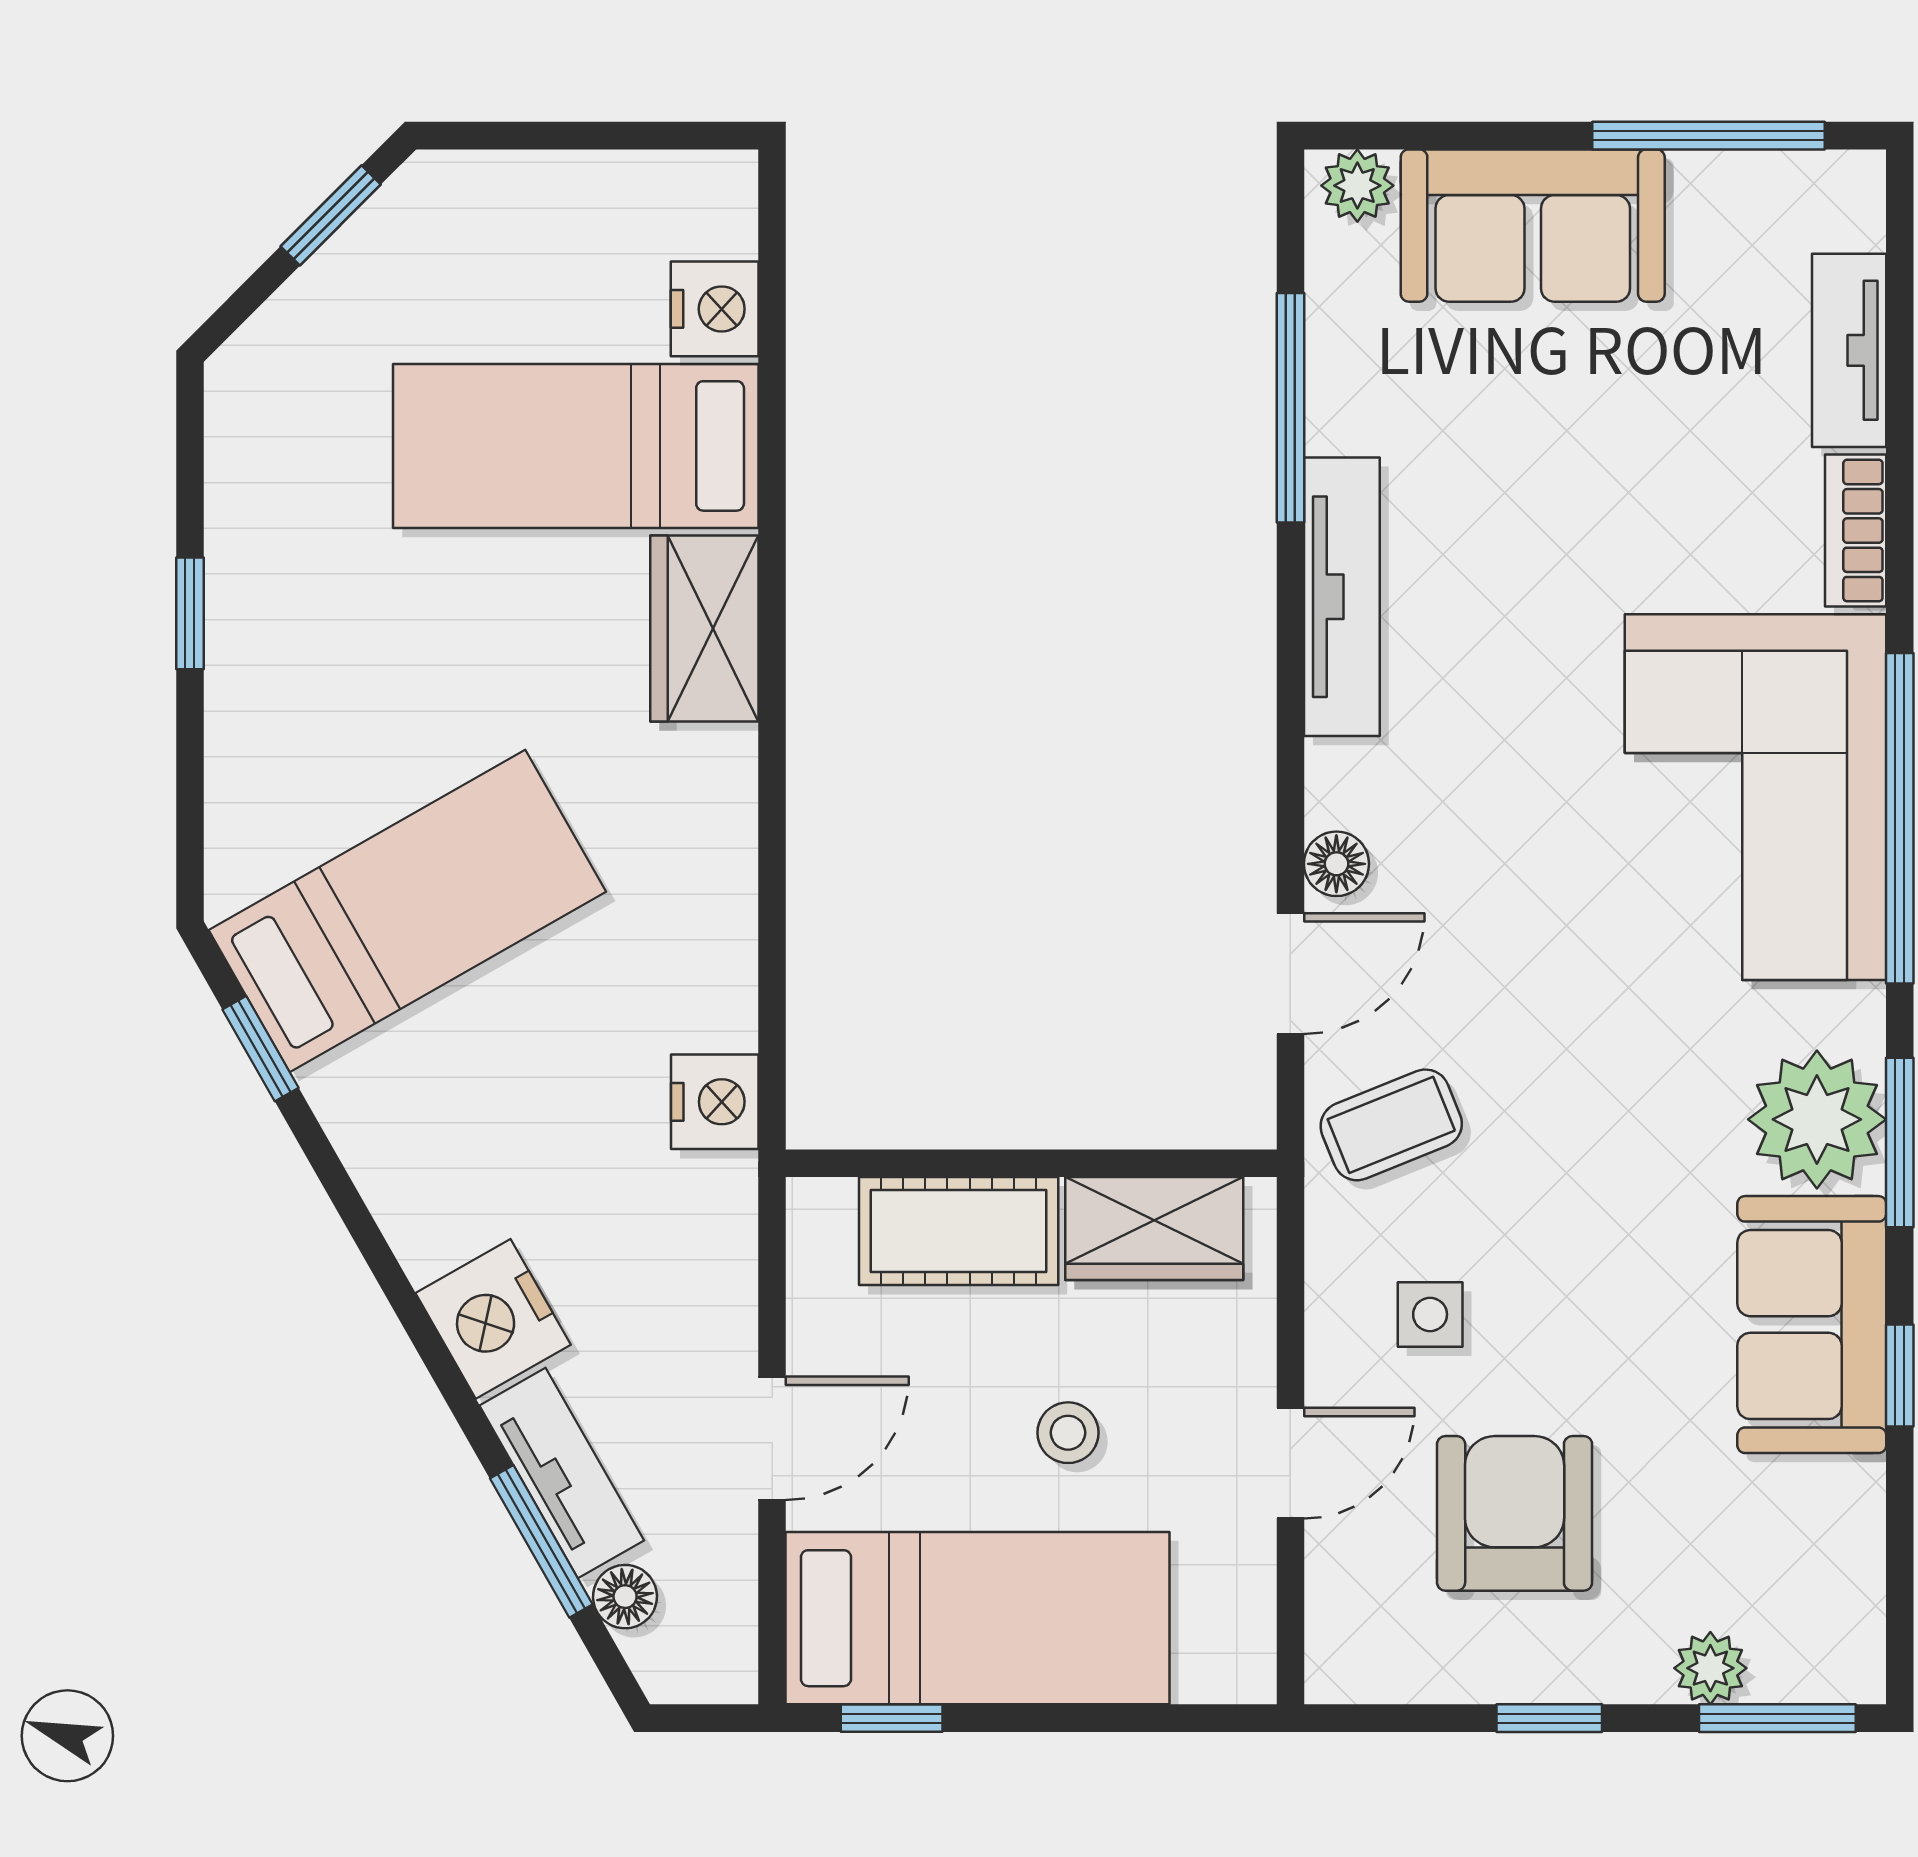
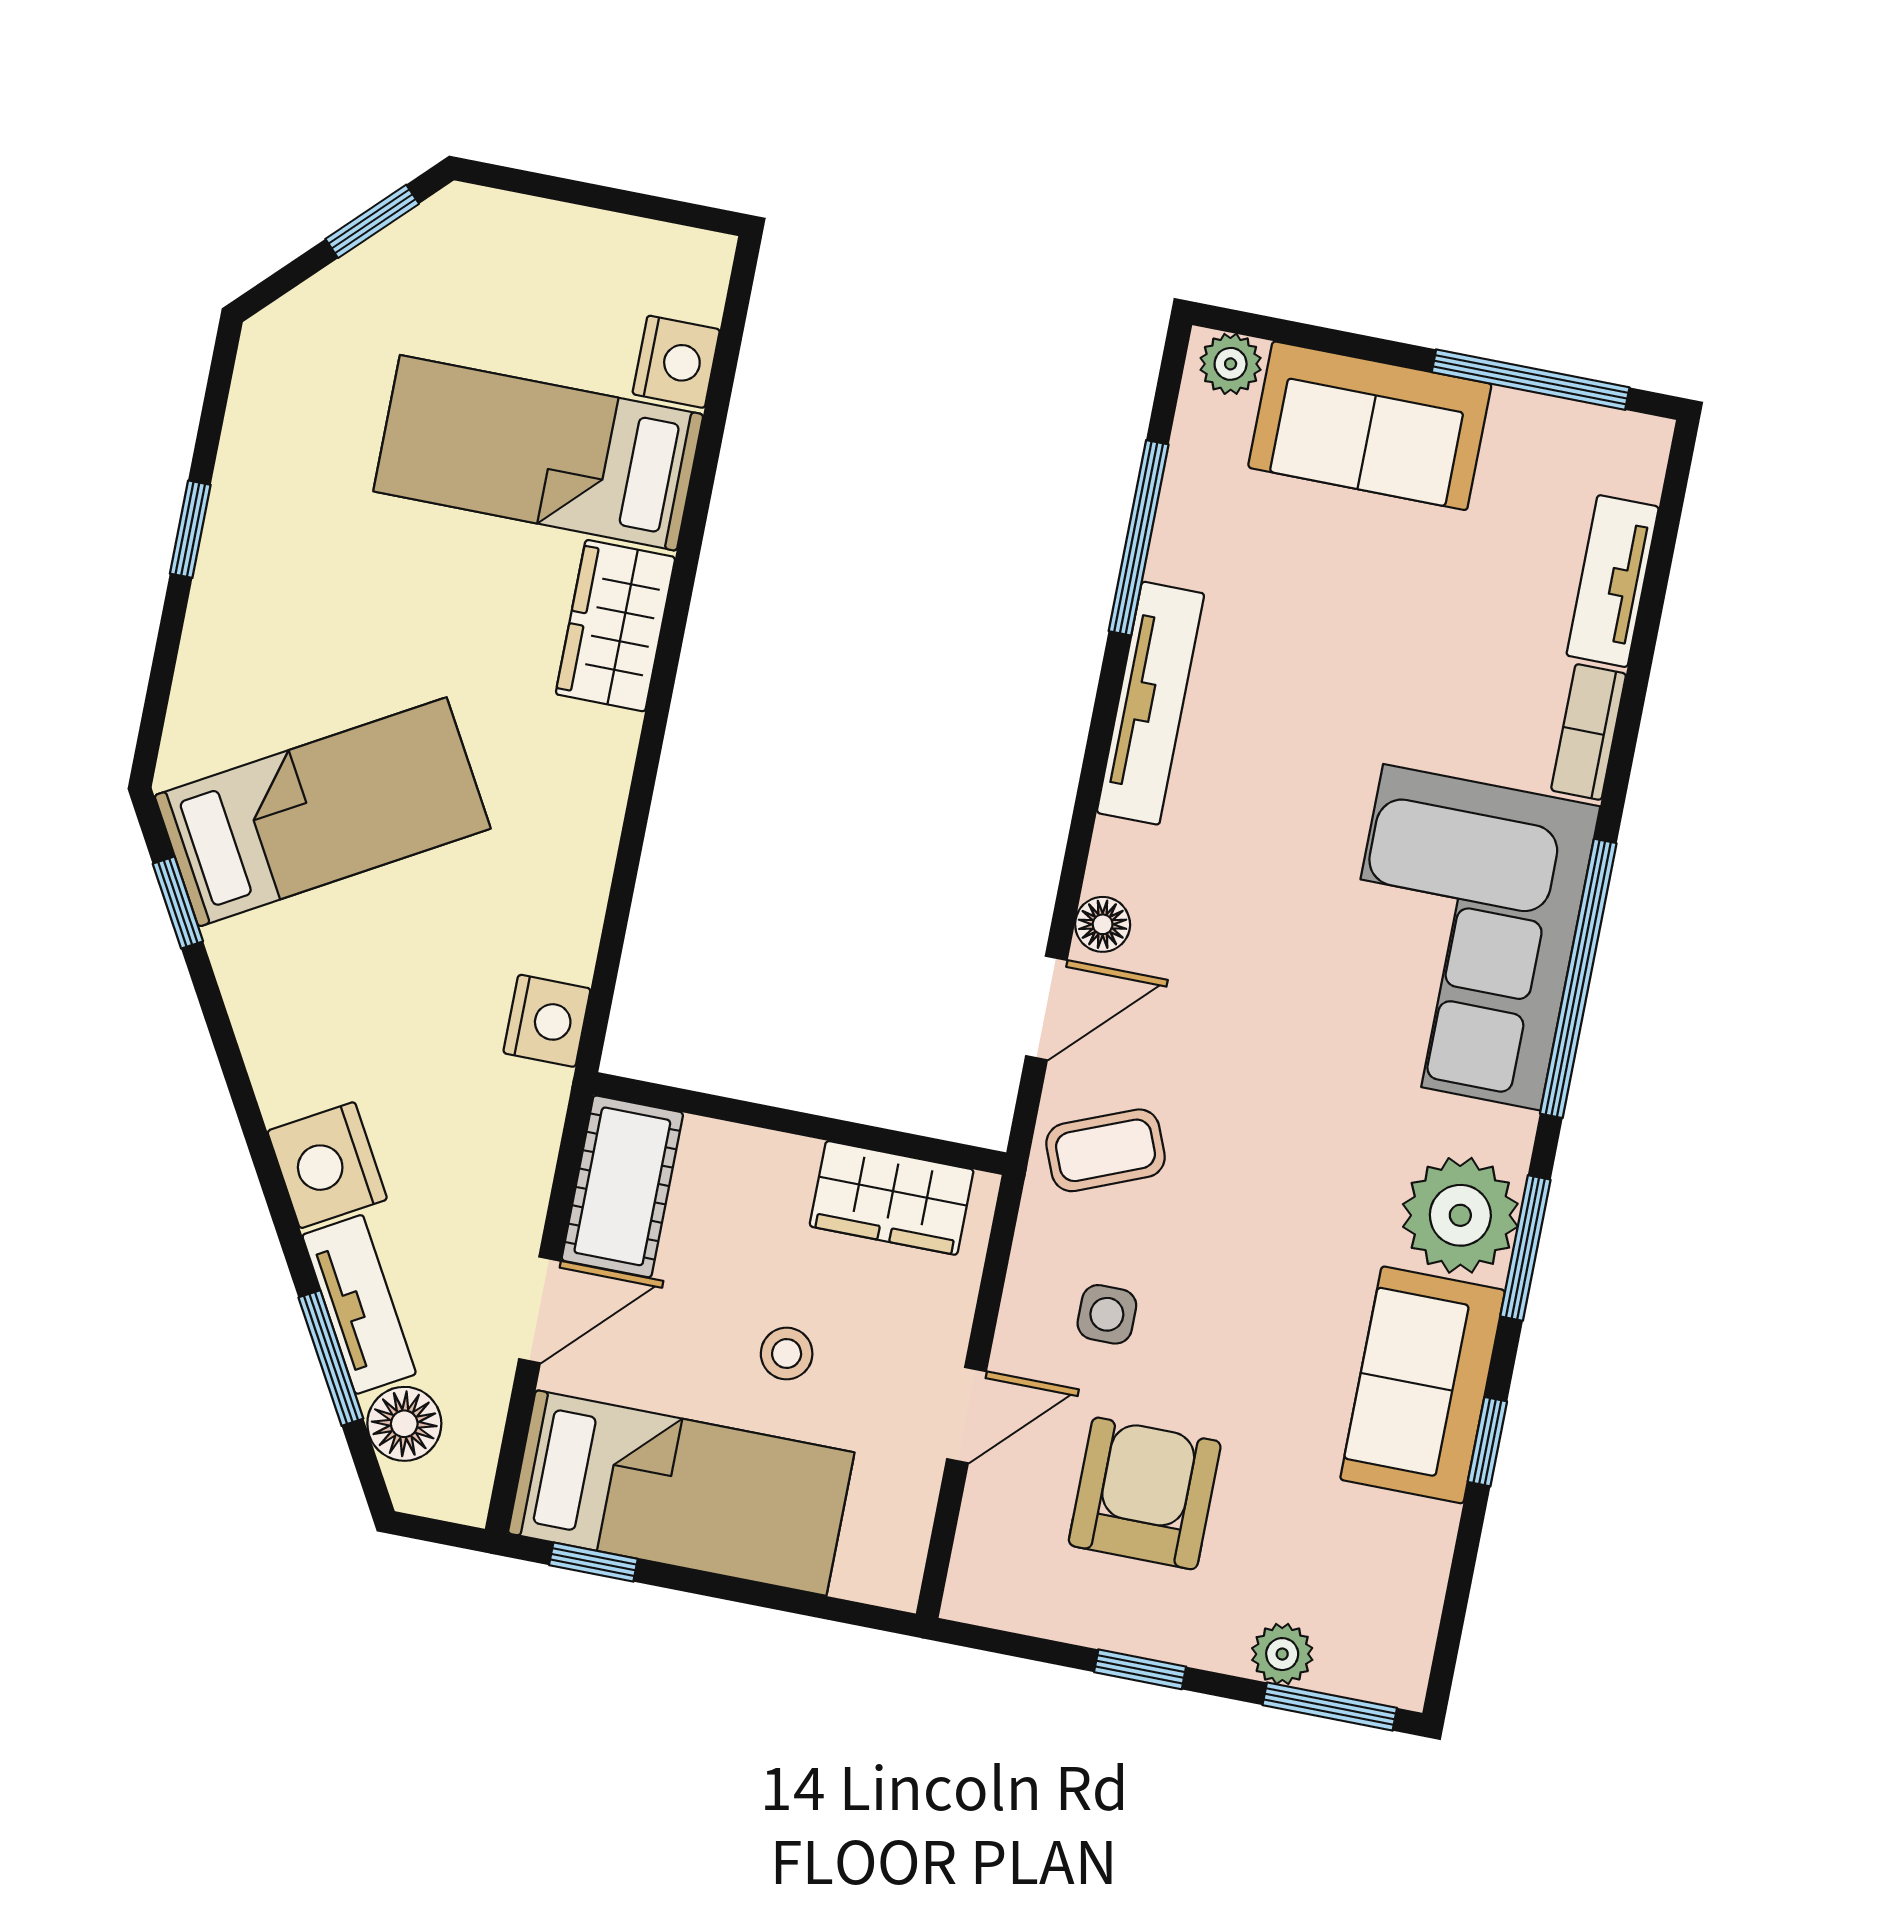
cot: (959, 1231) -> (622, 1186), moved, turned 90
floor lamp: (625, 1597) -> (404, 1424), width x1.37, depth x1.37

